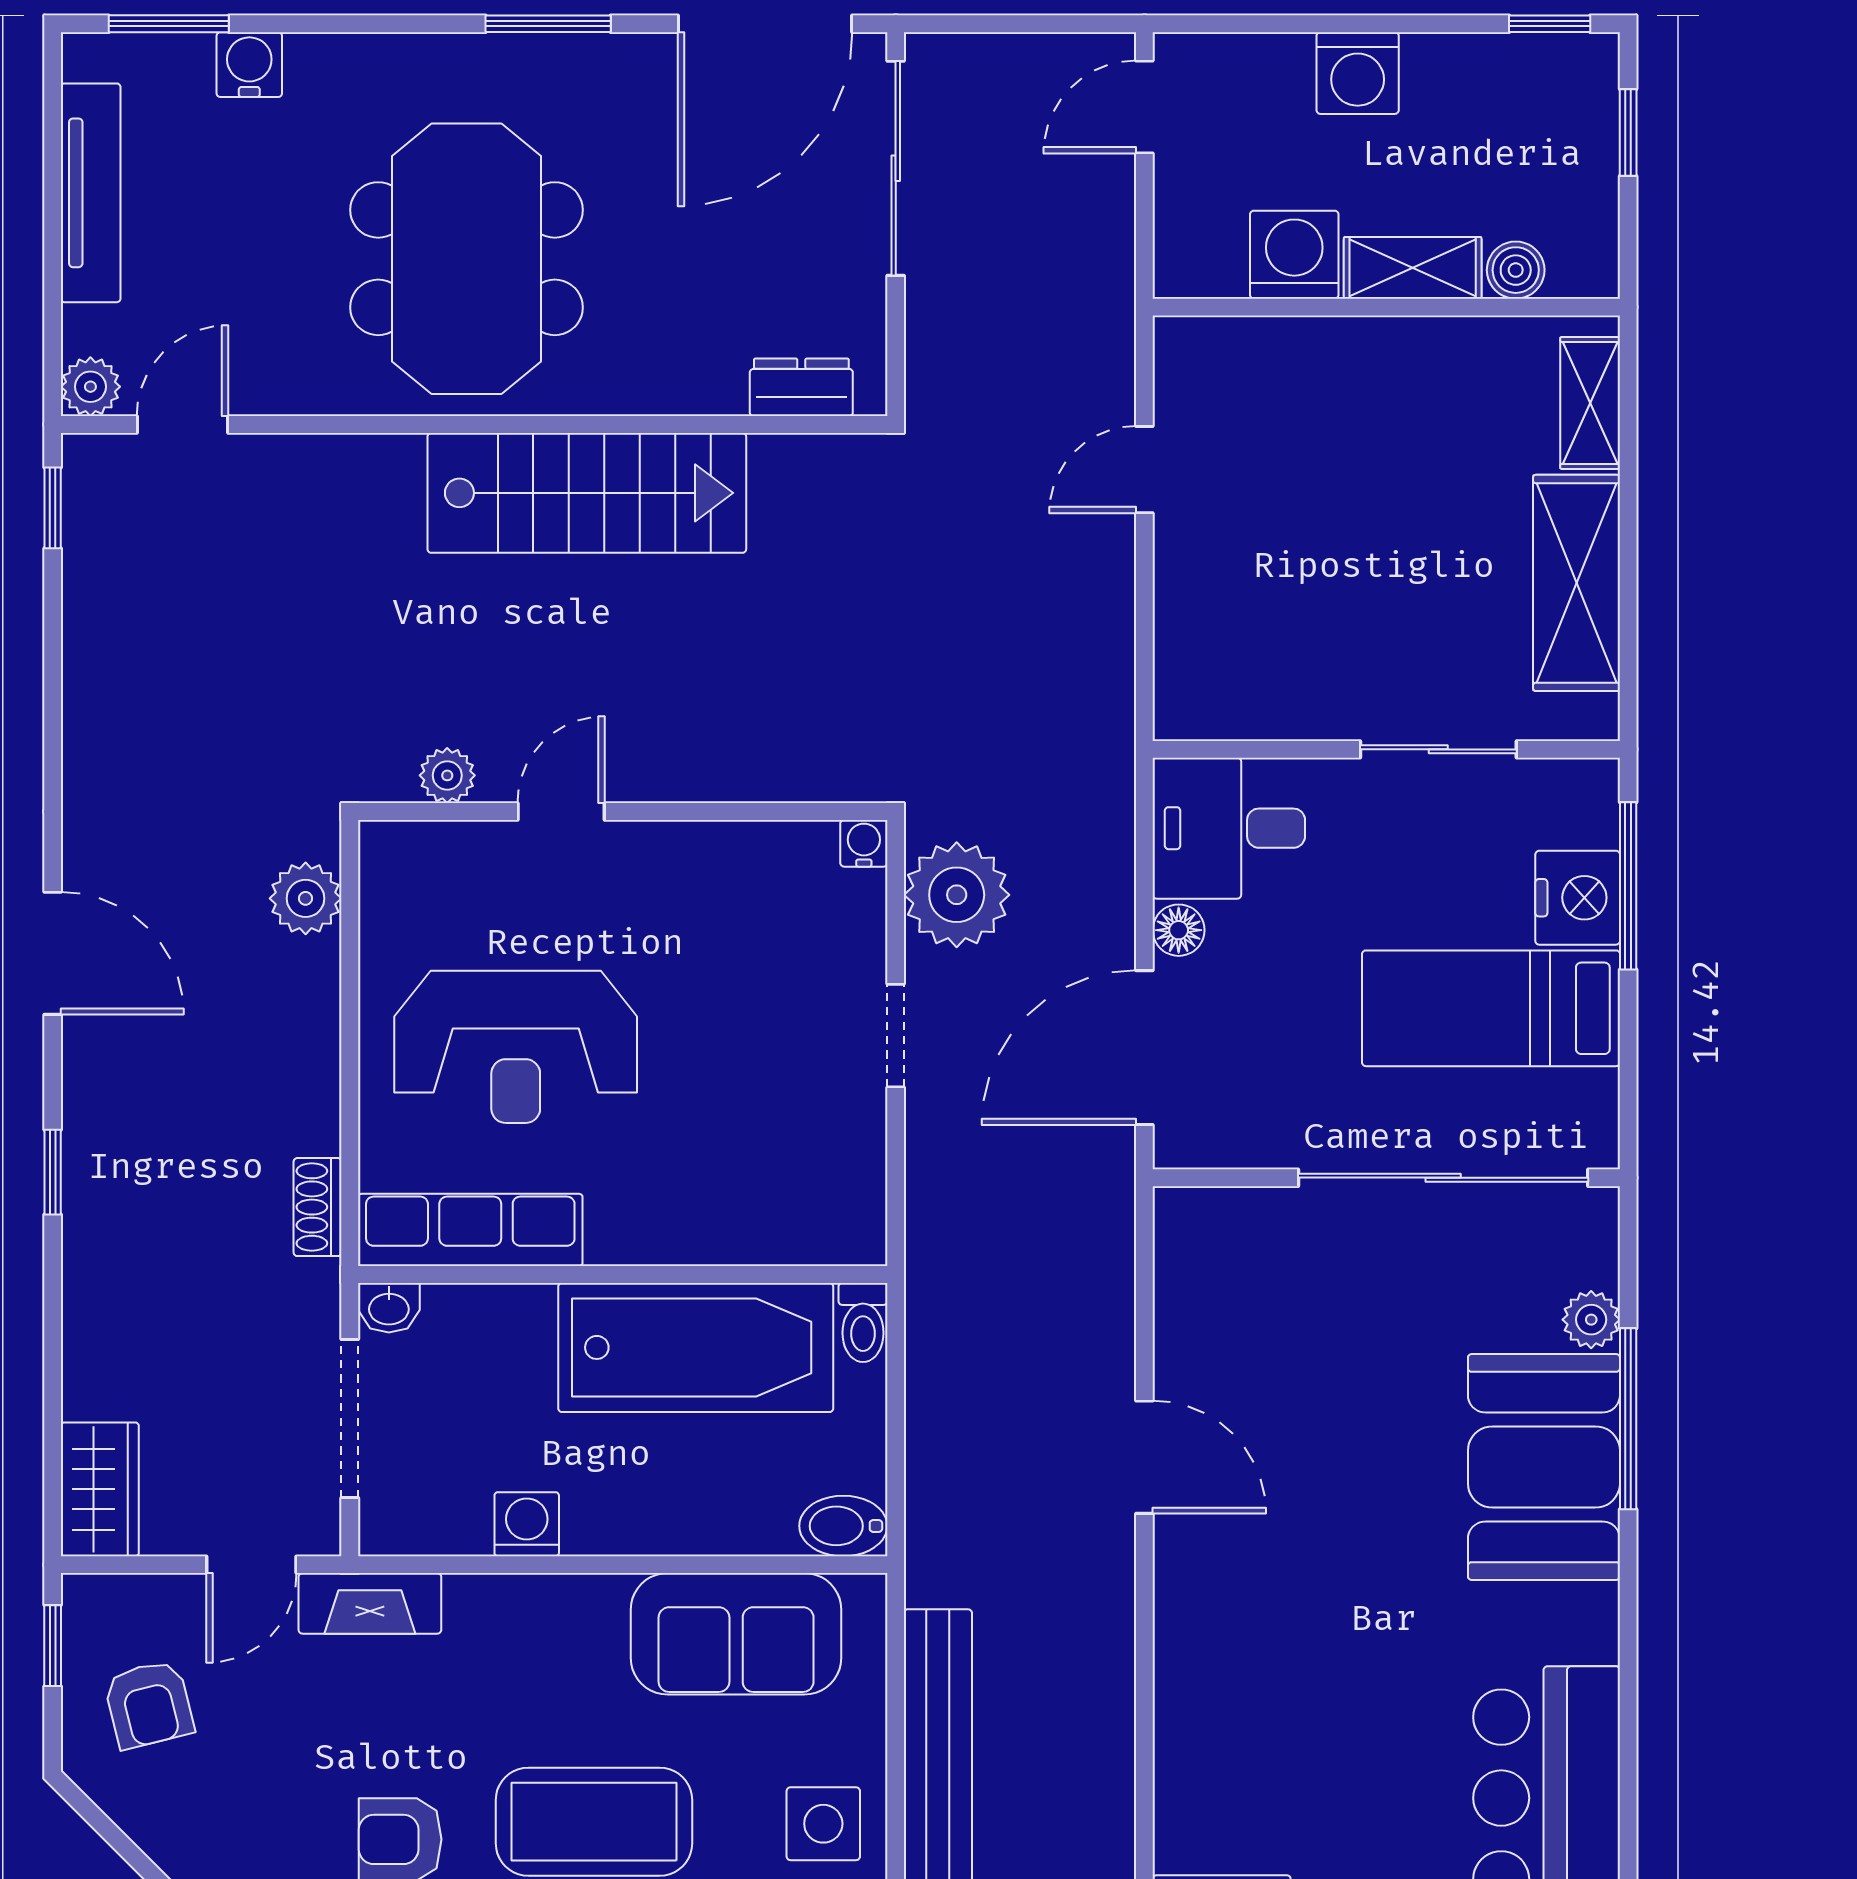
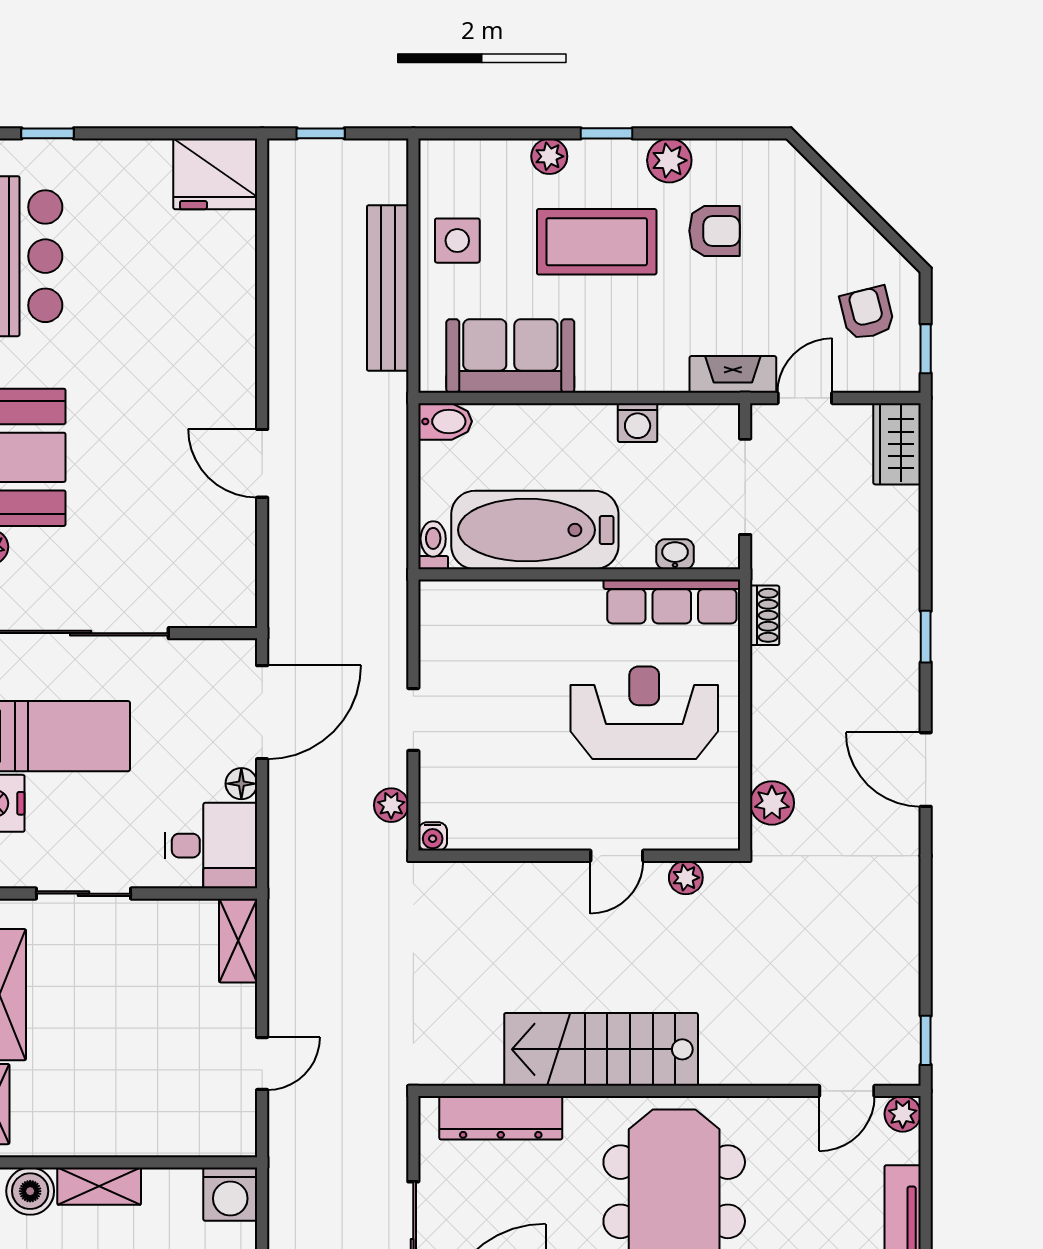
washing machine: (1294, 255) -> (230, 1194), moved
boiler: (1516, 270) -> (30, 1191), width x1.36, depth x1.36
dresser: (801, 387) -> (501, 1118), width x1.96, depth x1.24
shelving: (1184, 672) -> (238, 941), added
plant: (957, 895) -> (391, 805), width x0.53, depth x0.53
washbasin: (389, 1308) -> (675, 554), moved

